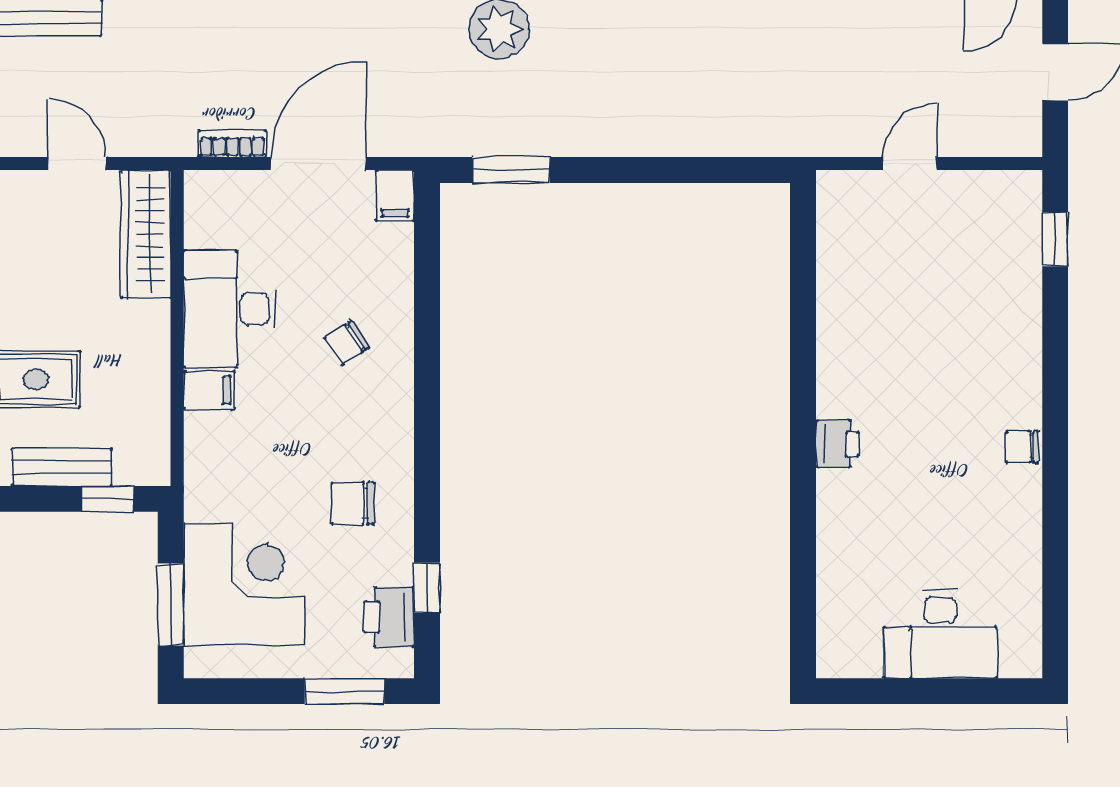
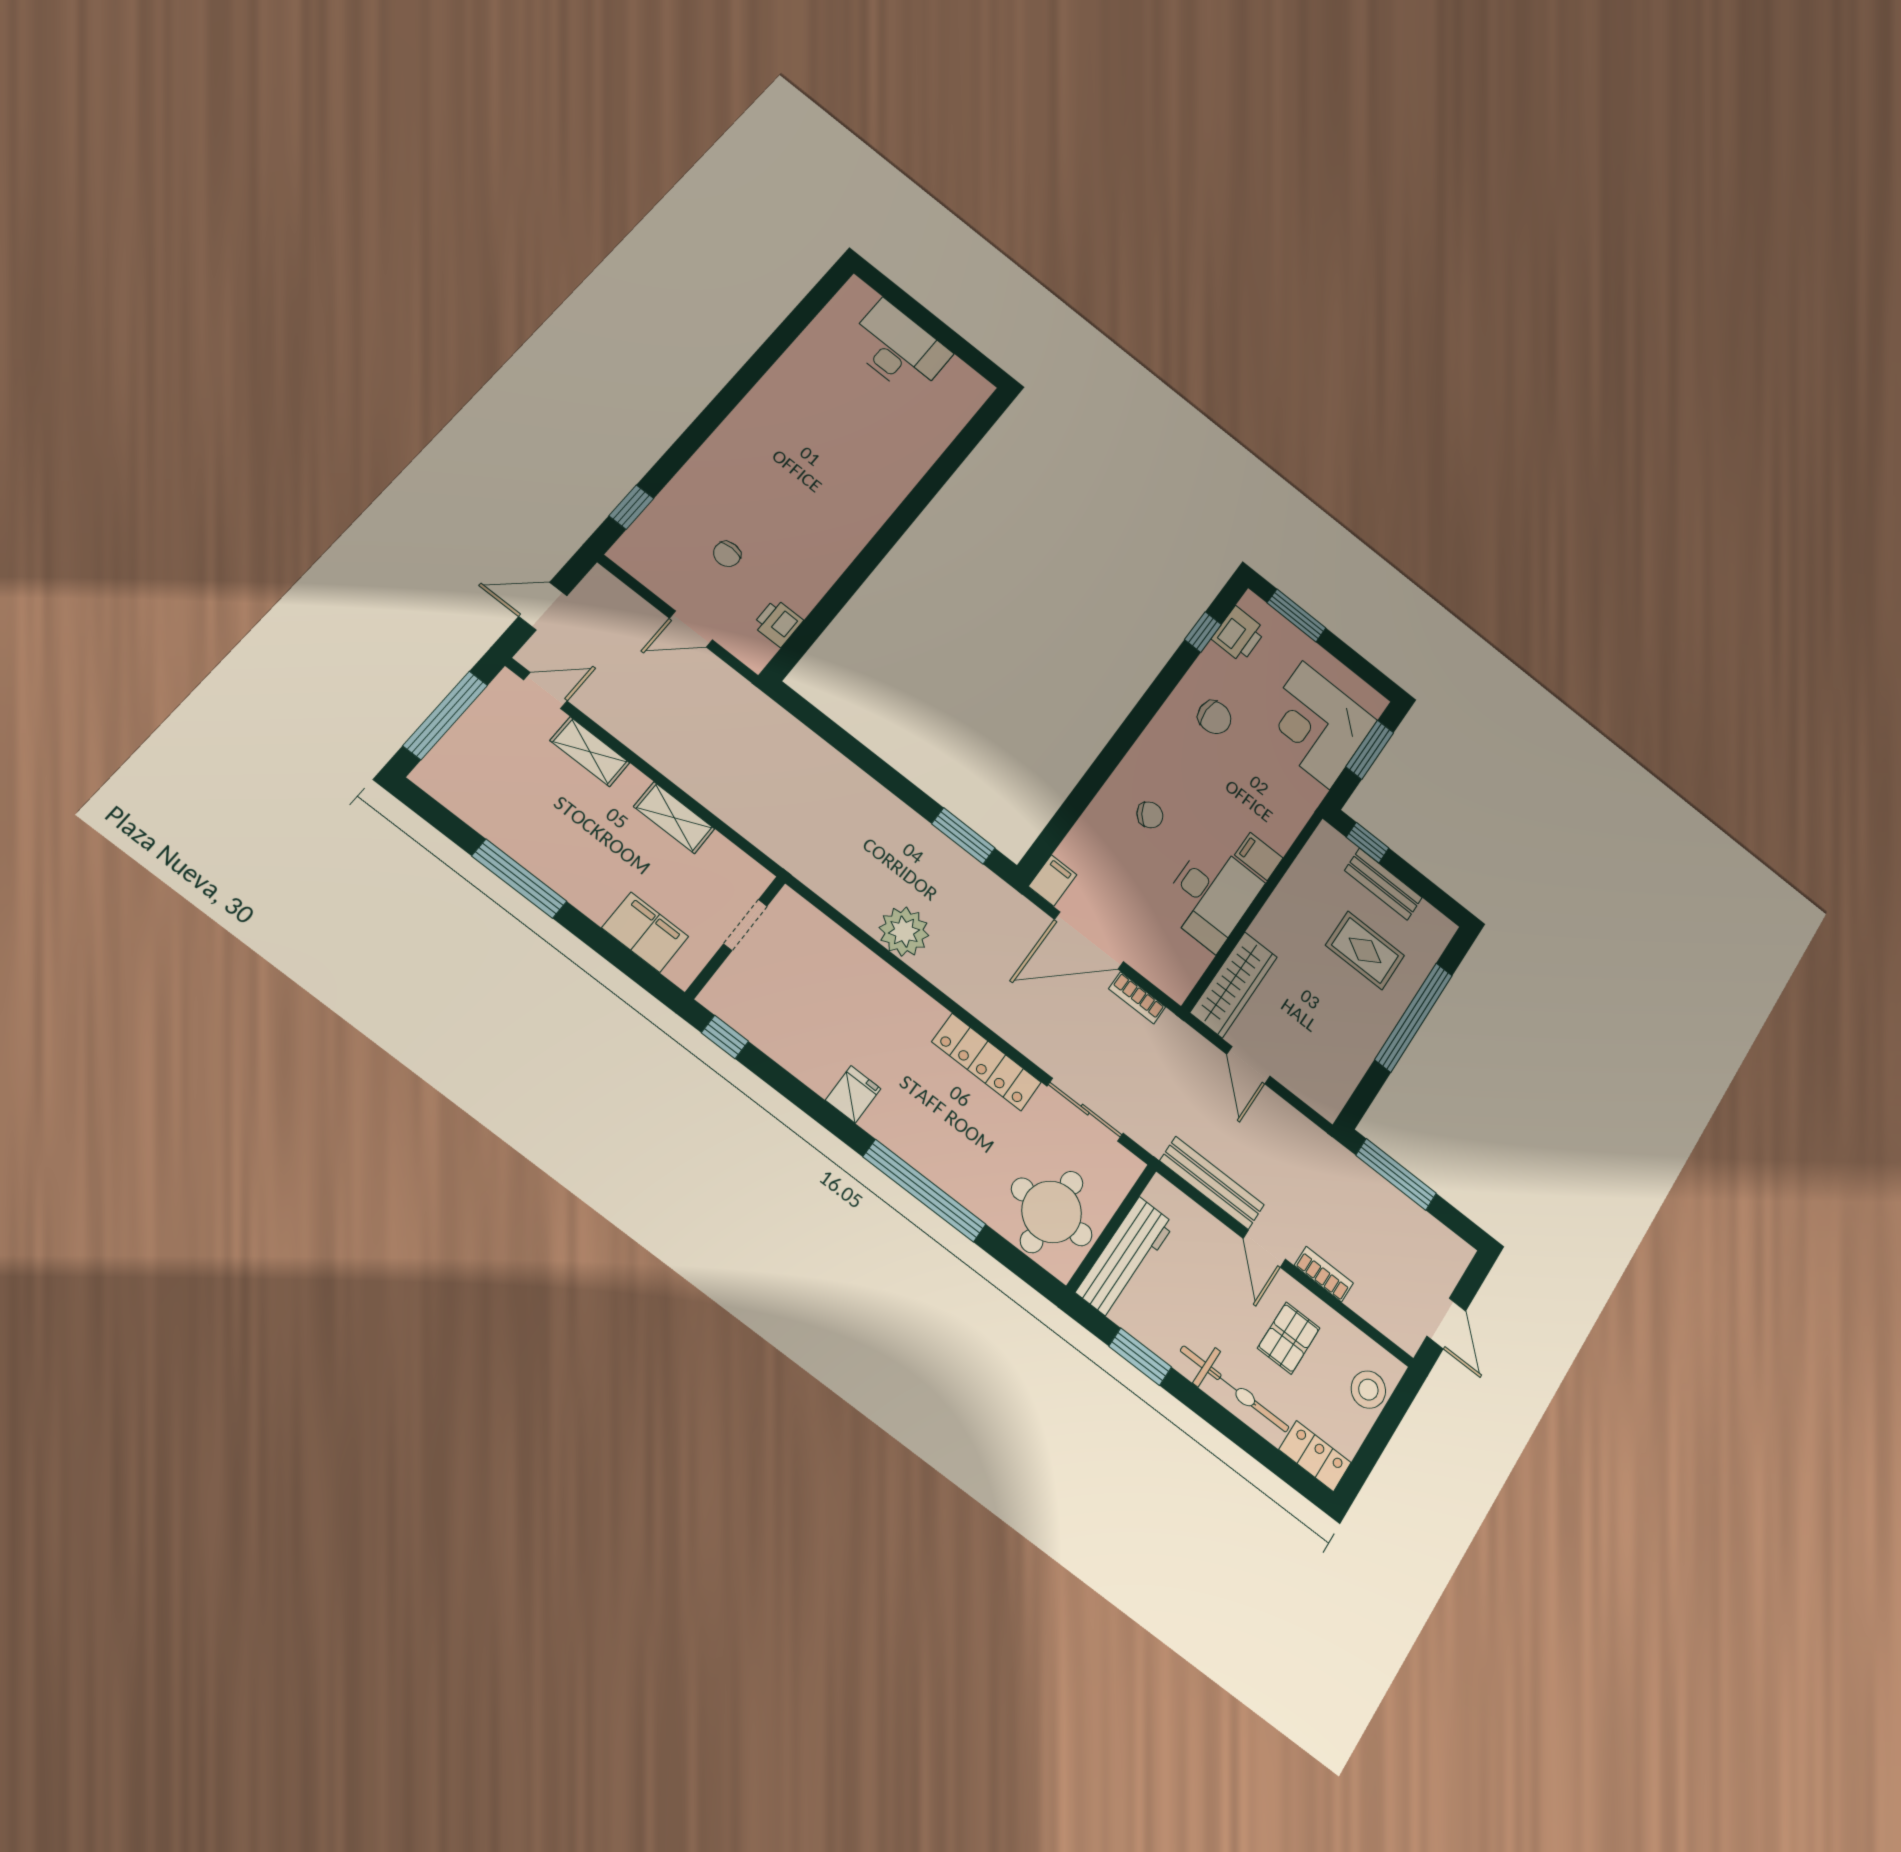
printer: (837, 444) -> (778, 623), moved
chair: (1022, 447) -> (727, 554), moved, turned 90

